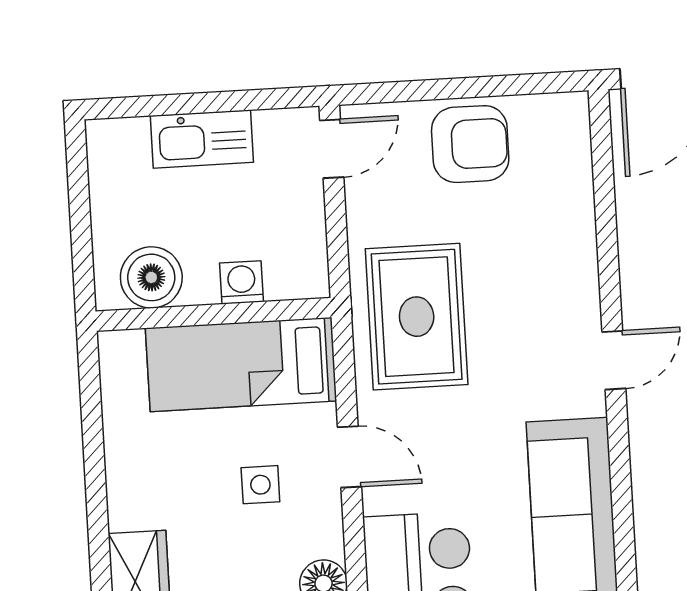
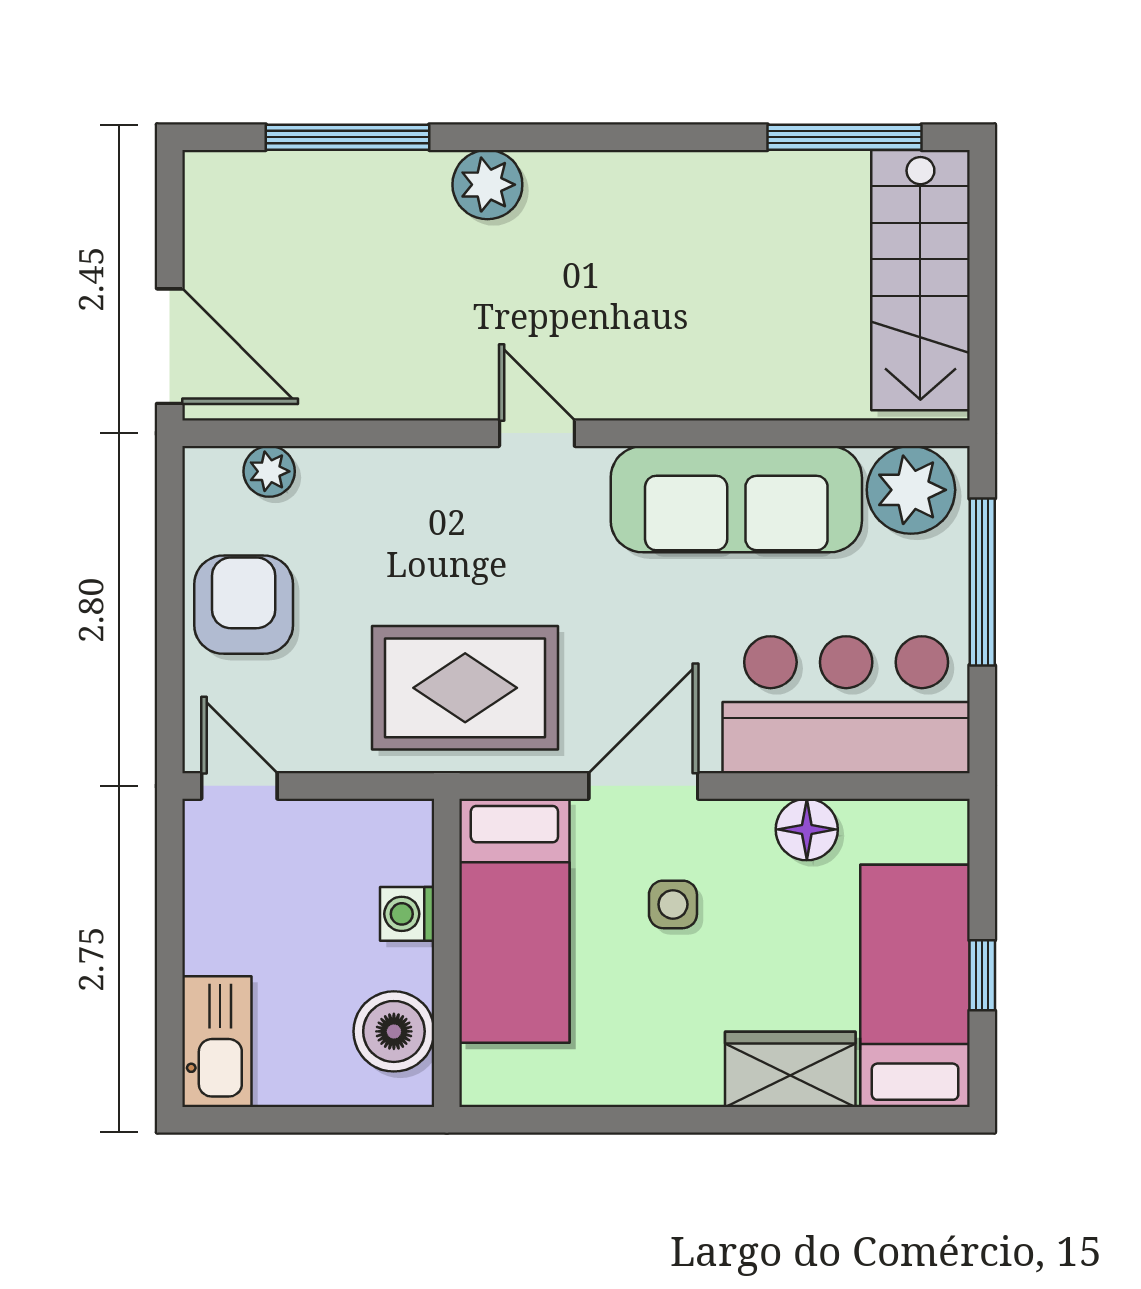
kitchen sink: (202, 139) -> (217, 1042), moved
plant: (573, 158) -> (269, 471), added
door: (350, 457) -> (643, 786), width x1.38

